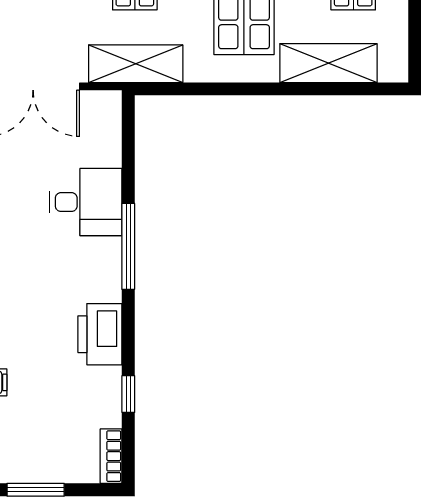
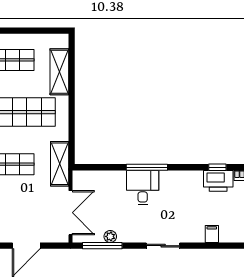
desk: (86, 202) -> (143, 188), moved
printer: (100, 334) -> (218, 181), moved

